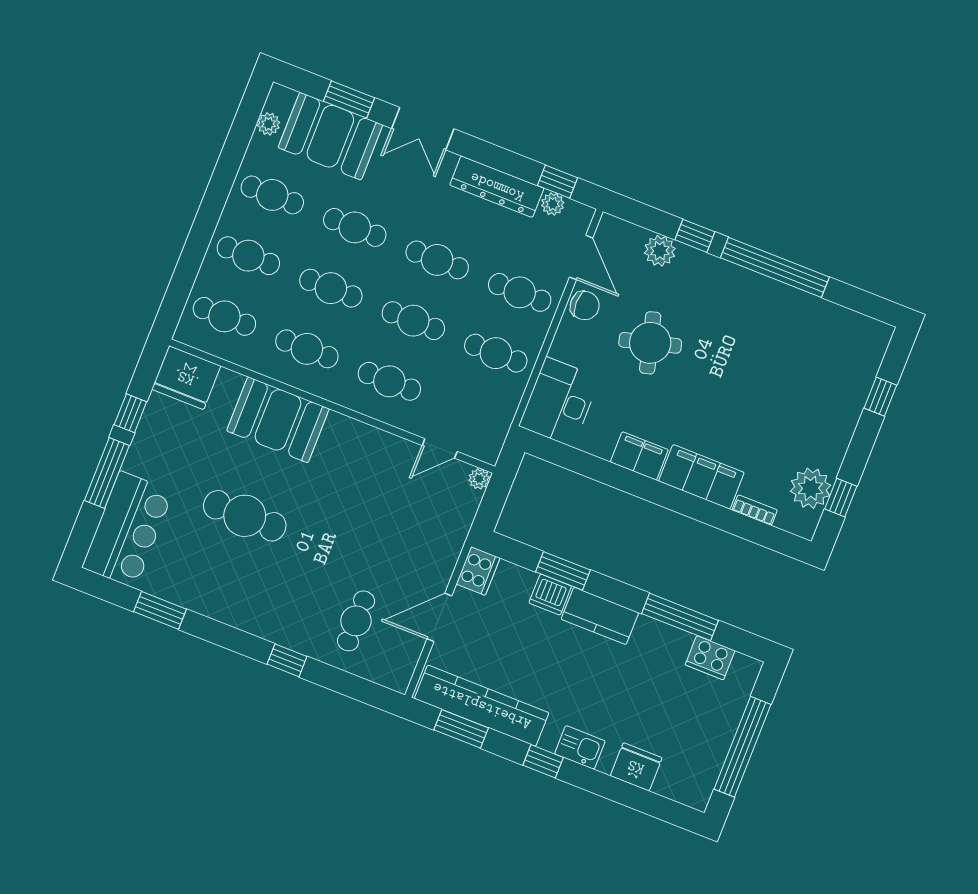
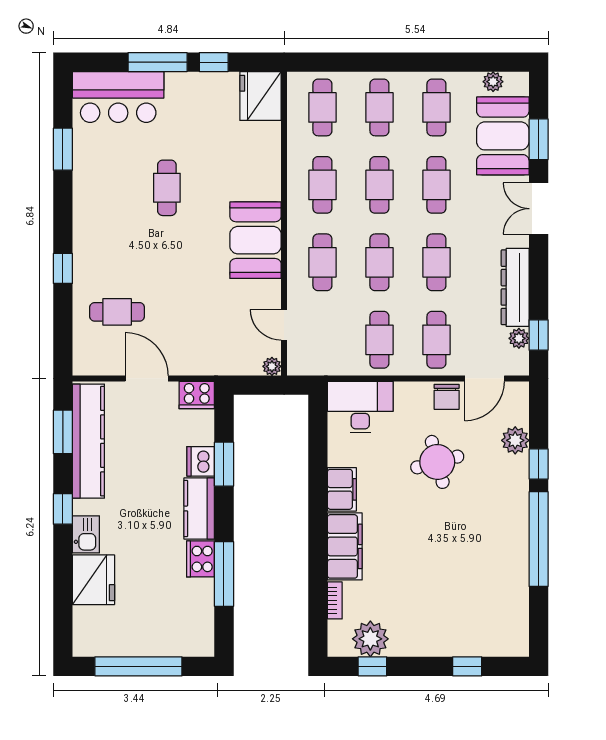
booth: (278, 420) -> (256, 240), moved
cafe table: (245, 516) -> (167, 188), width x0.73, depth x0.74
cooker: (710, 658) -> (201, 559), moved
fridge: (636, 767) -> (93, 580), width x1.36, depth x1.34

